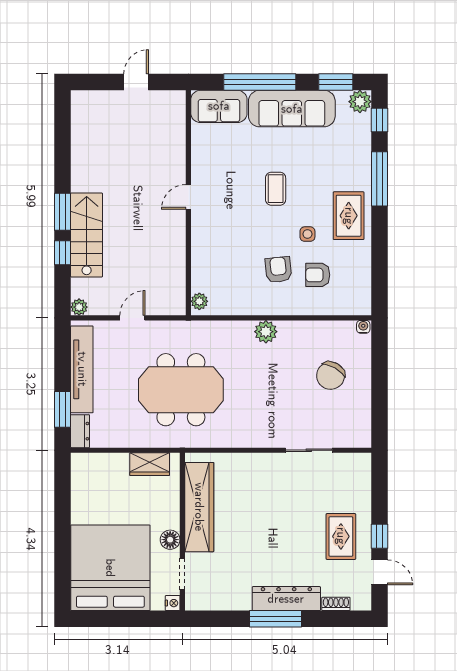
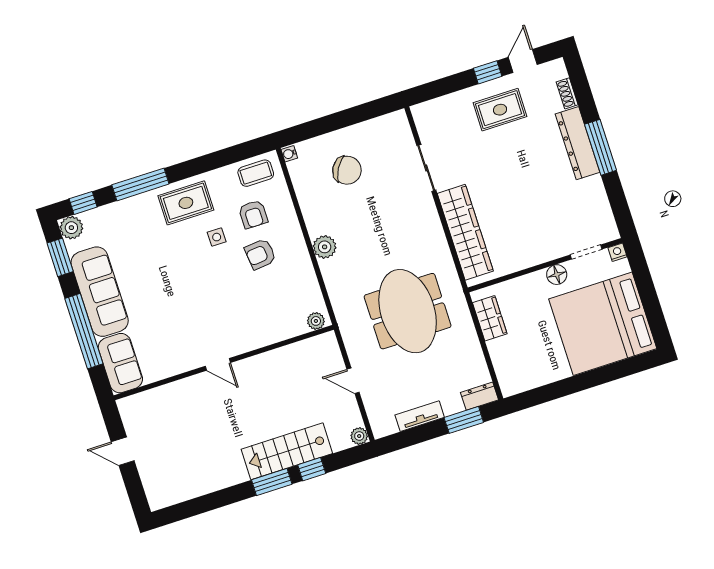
coffee table: (276, 189) -> (256, 173), moved
tv unit: (82, 369) -> (420, 416), width x0.52, depth x0.78
wardrobe: (199, 507) -> (465, 232), moved, turned 90

